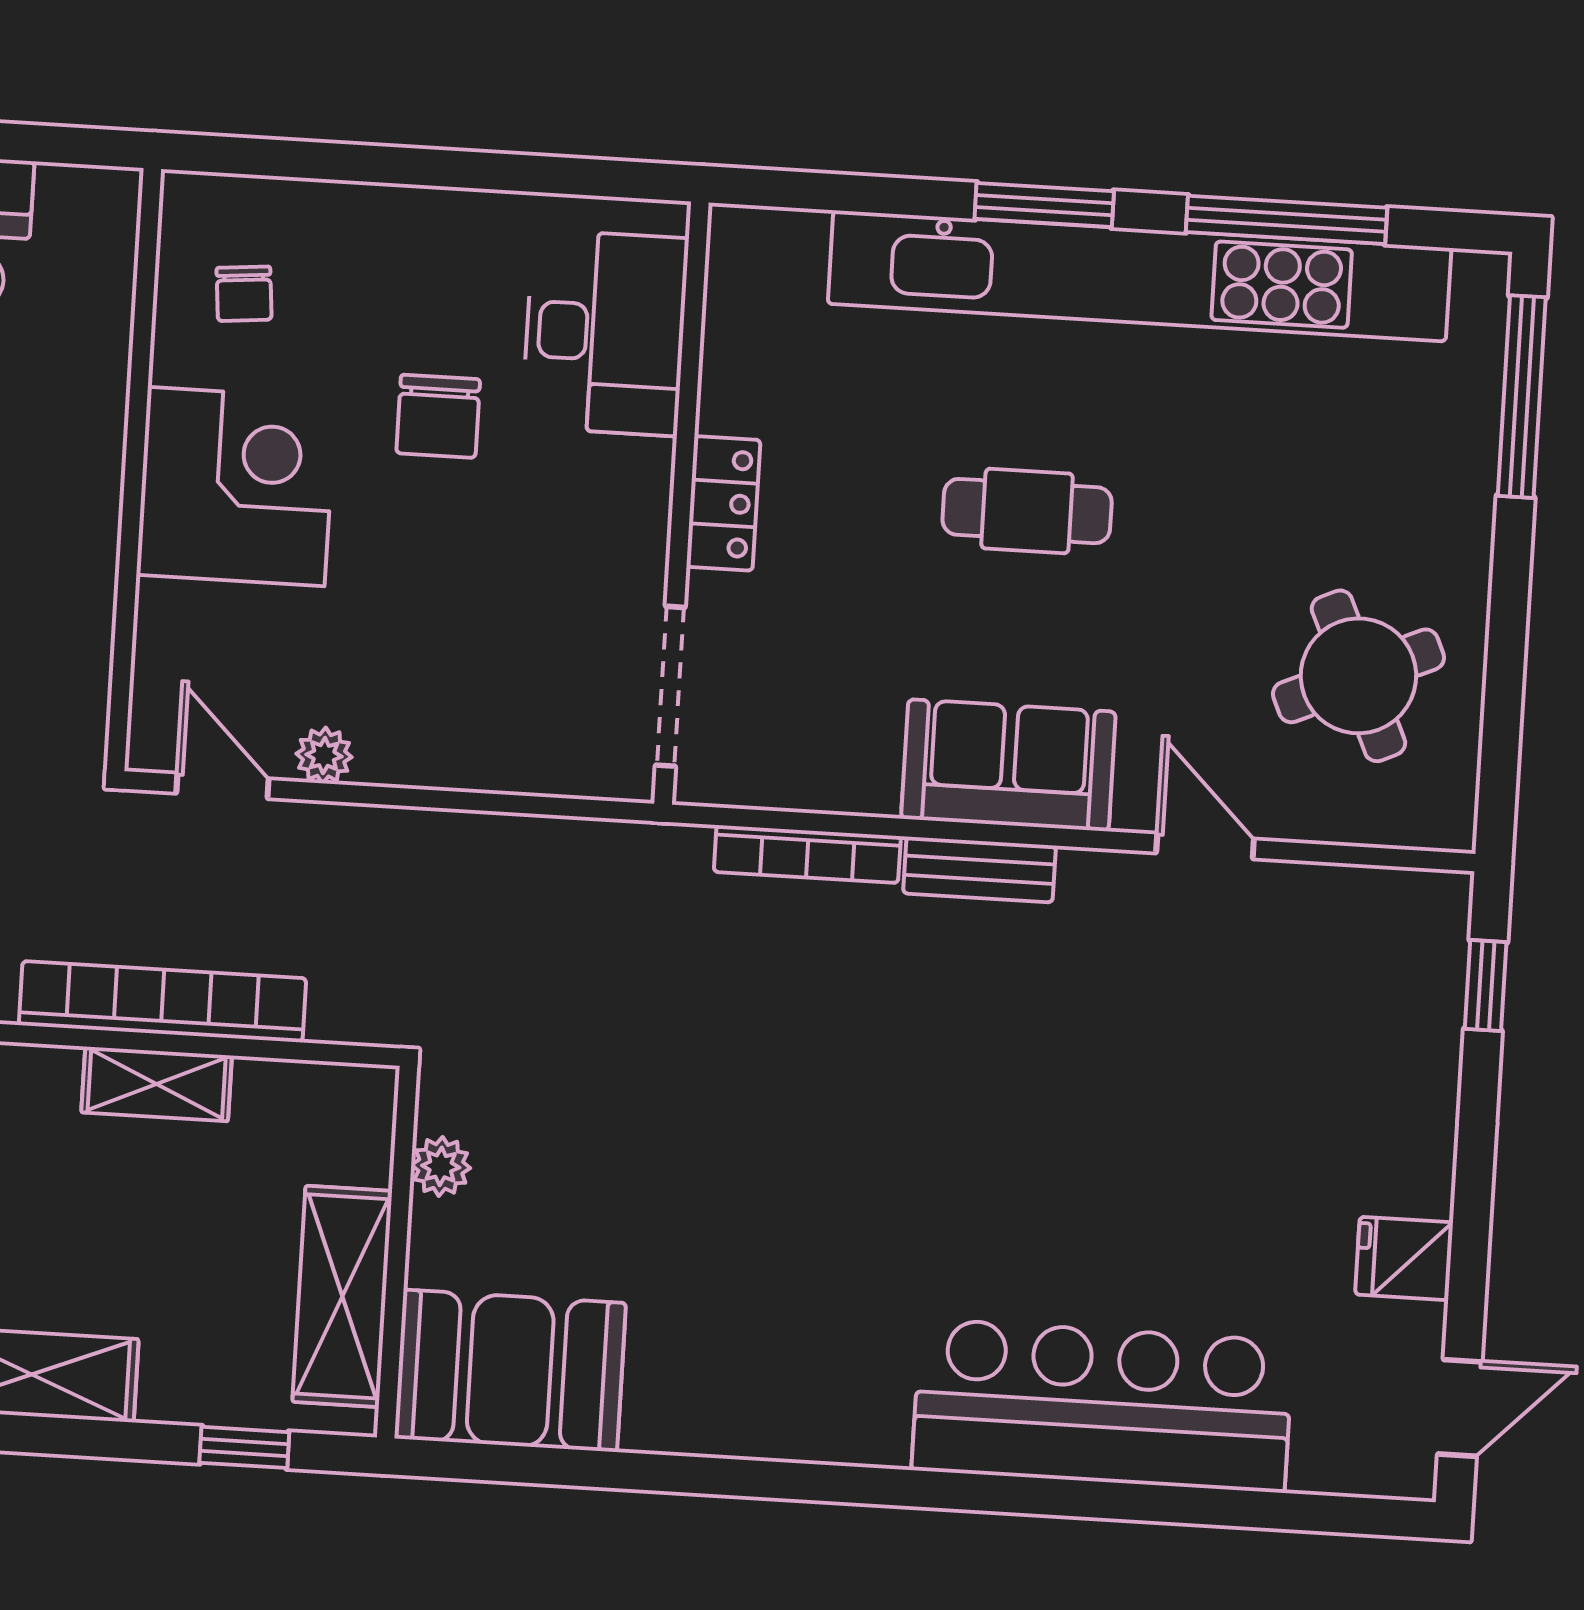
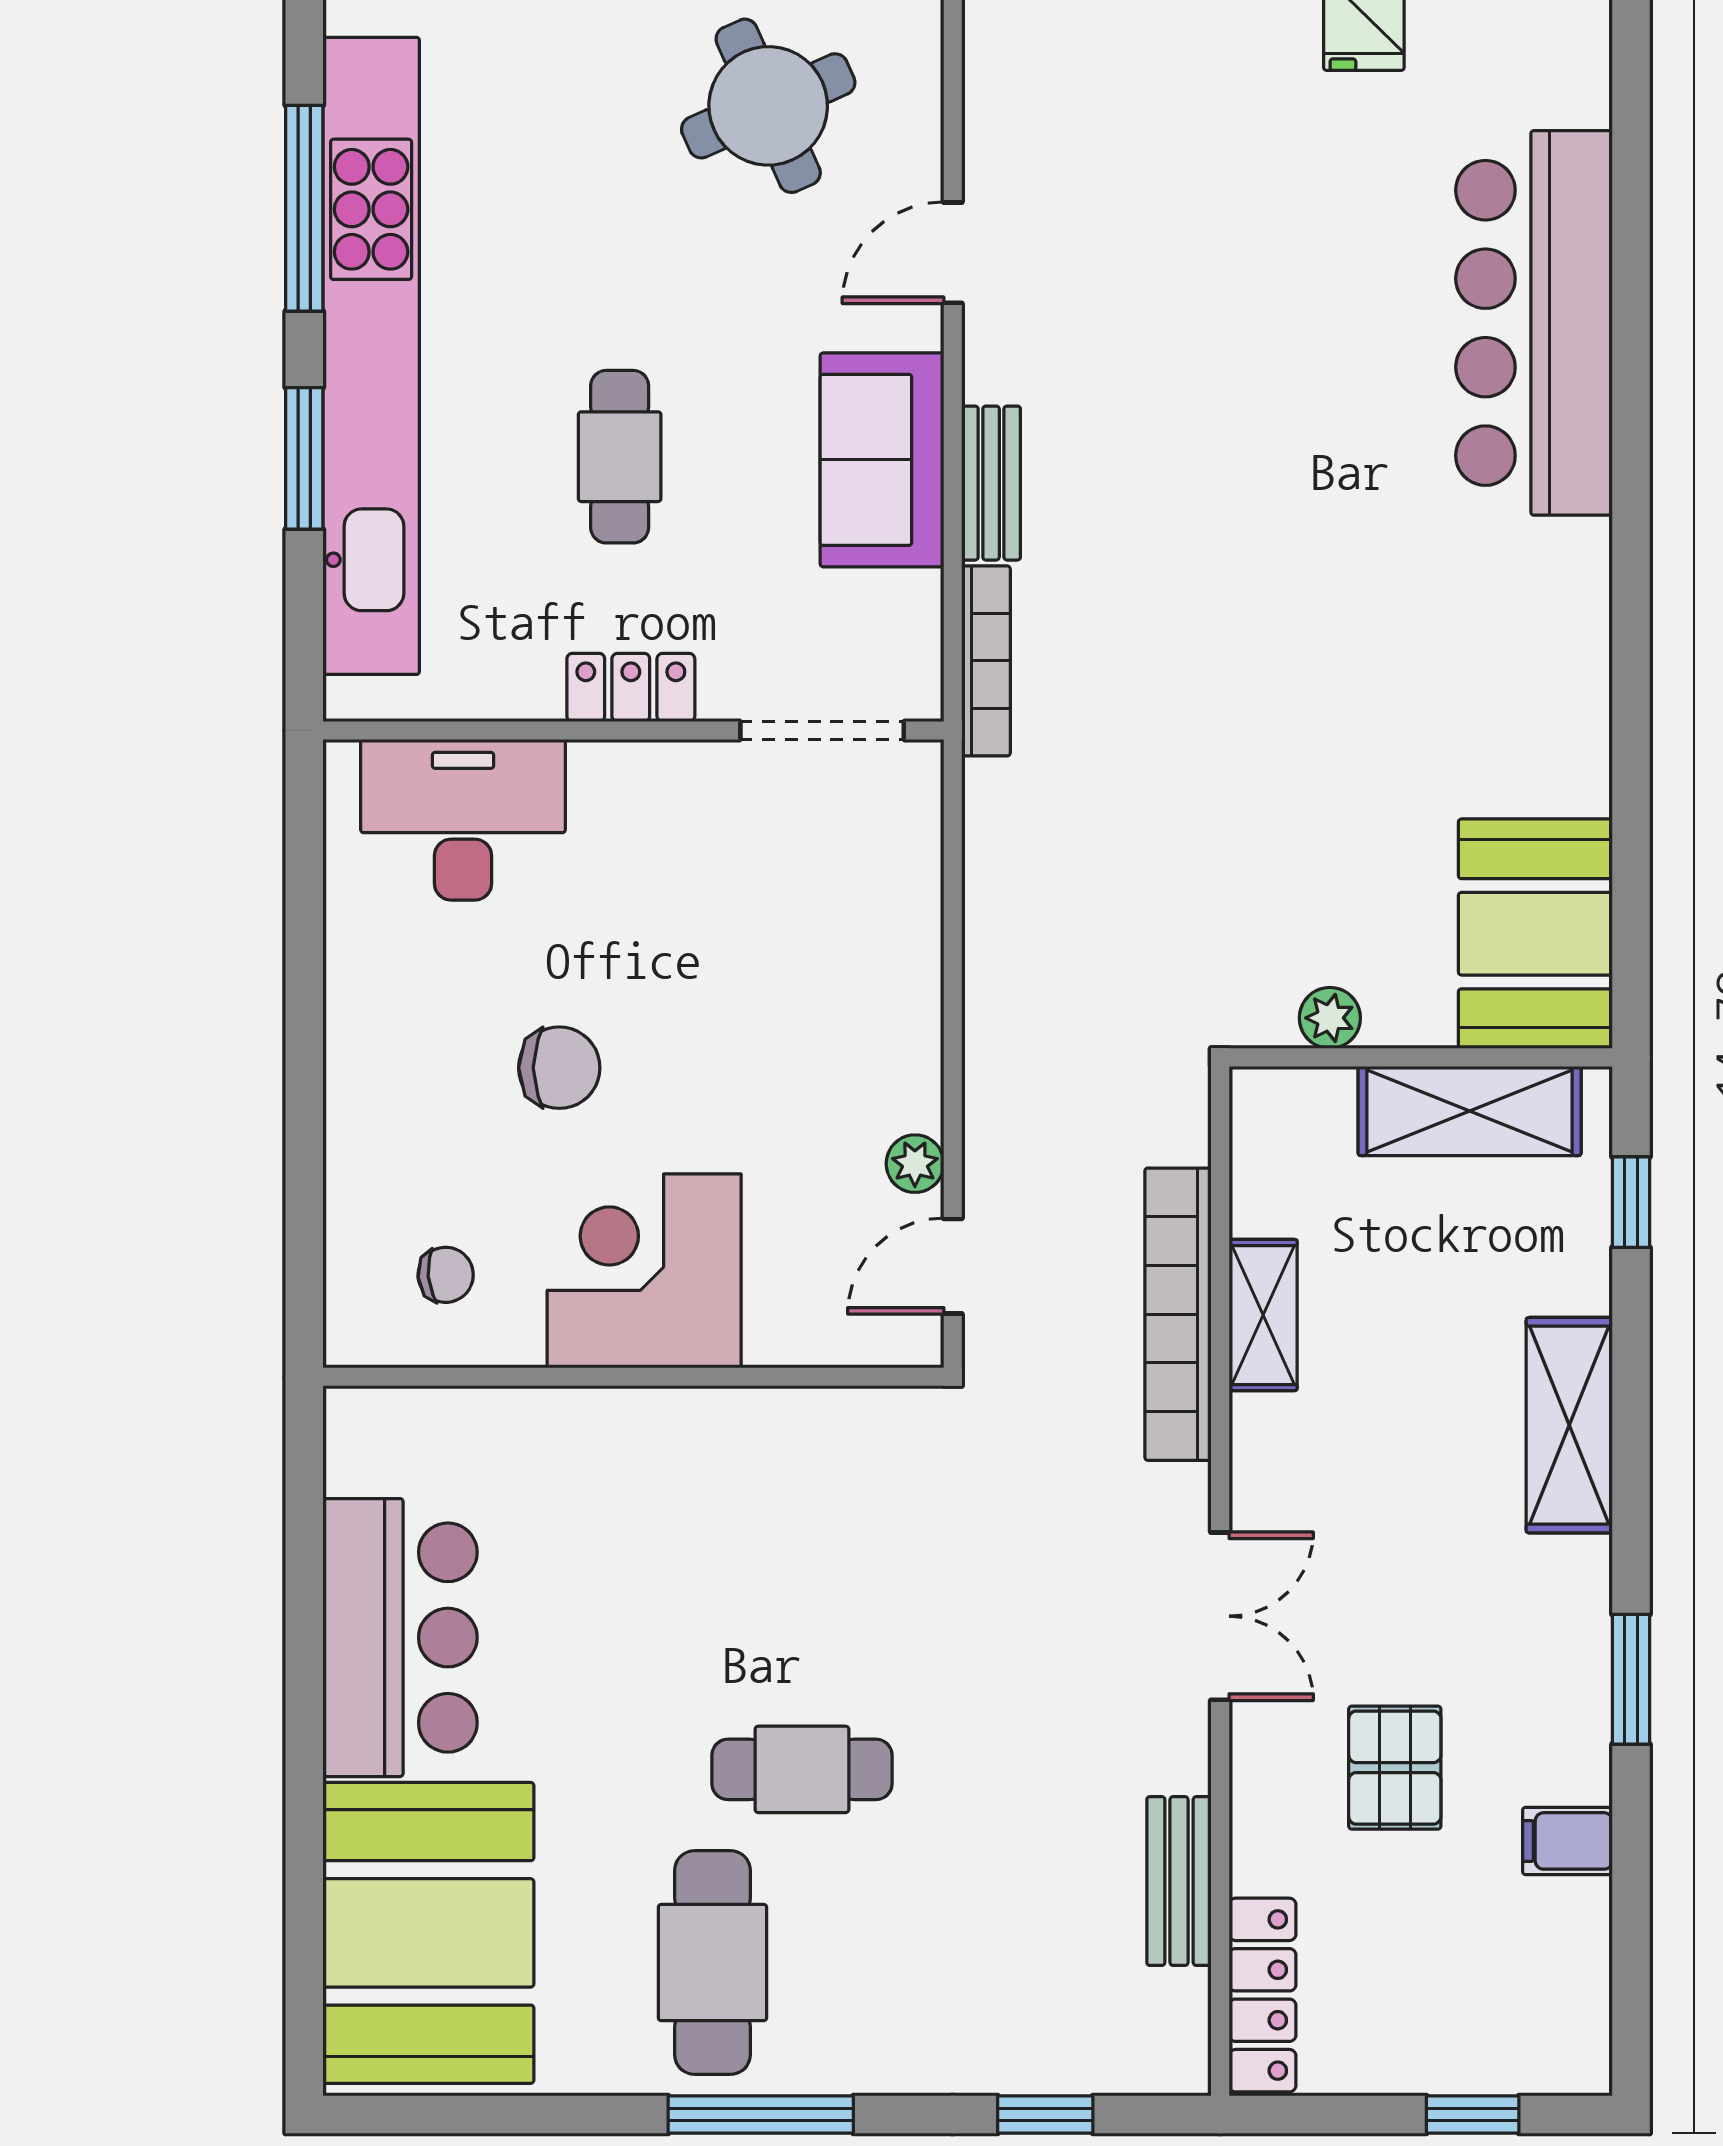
desk: (605, 333) -> (463, 820), moved
wall: (681, 503) -> (633, 731), moved
locker: (723, 503) -> (631, 687), moved
doorway: (670, 686) -> (822, 731), moved

